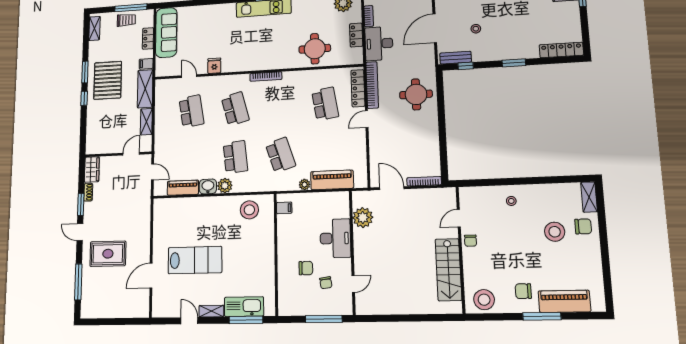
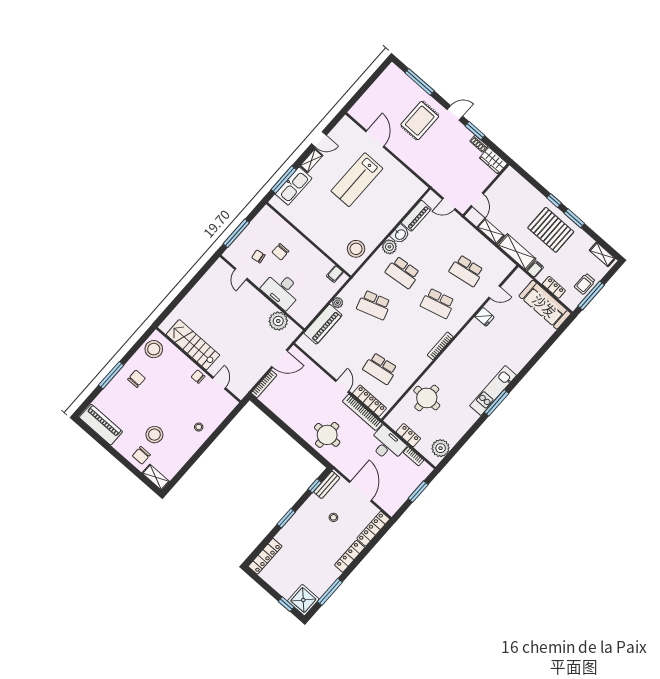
piano: (564, 301) -> (101, 425), moved, turned -90

